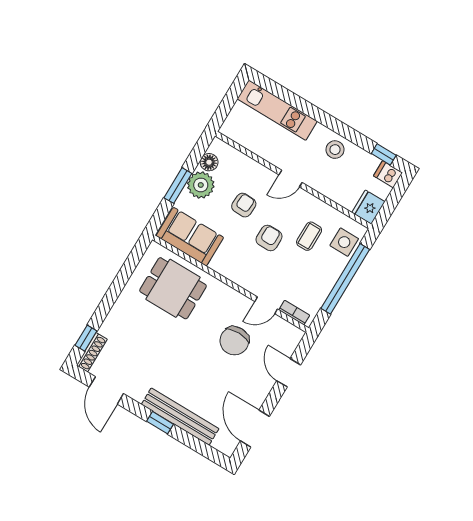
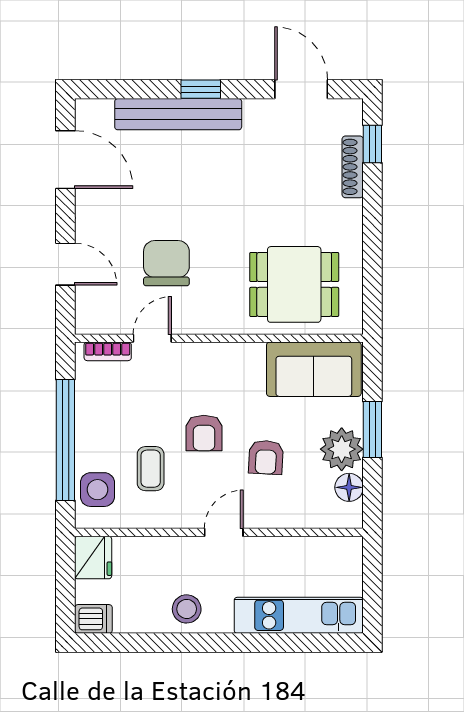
window: (384, 154) -> (116, 643), removed
shoe rack: (92, 352) -> (353, 167), moved

